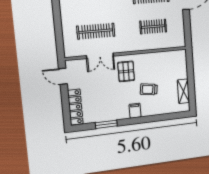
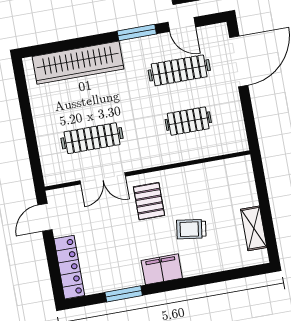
door: (63, 76) -> (45, 217), hinge flipped
filing cabinet: (135, 111) -> (162, 269), width x2.00

